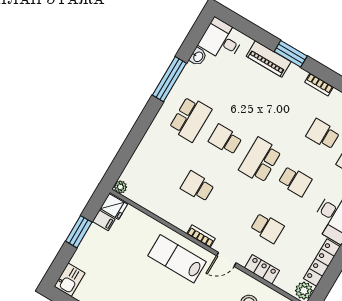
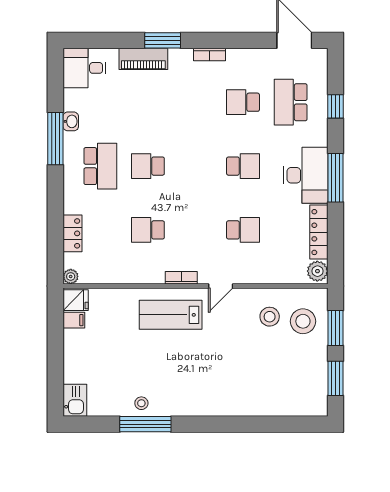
washbasin: (198, 57) -> (71, 121), moved
school desk: (260, 160) -> (195, 166), removed
window: (79, 232) -> (55, 346), removed
locker: (262, 269) -> (72, 233), moved, turned 90

